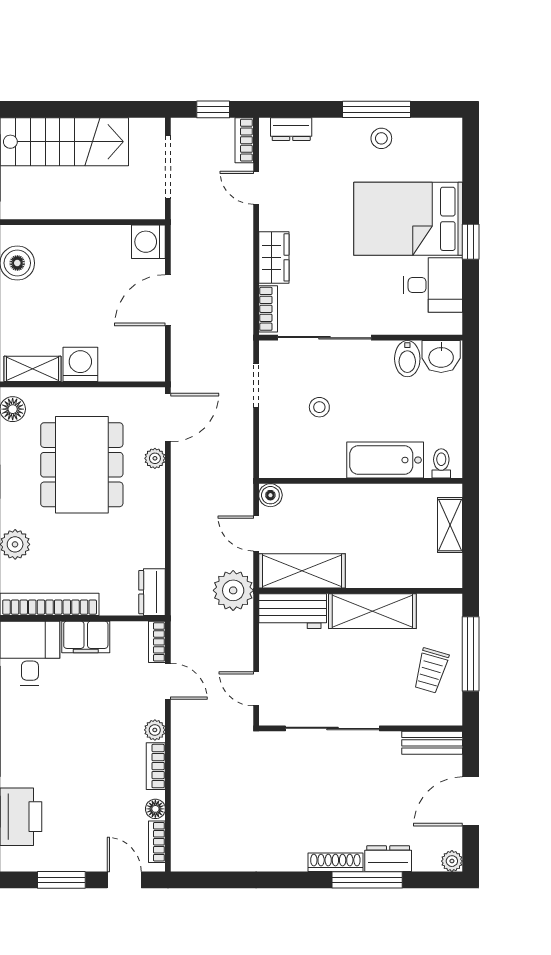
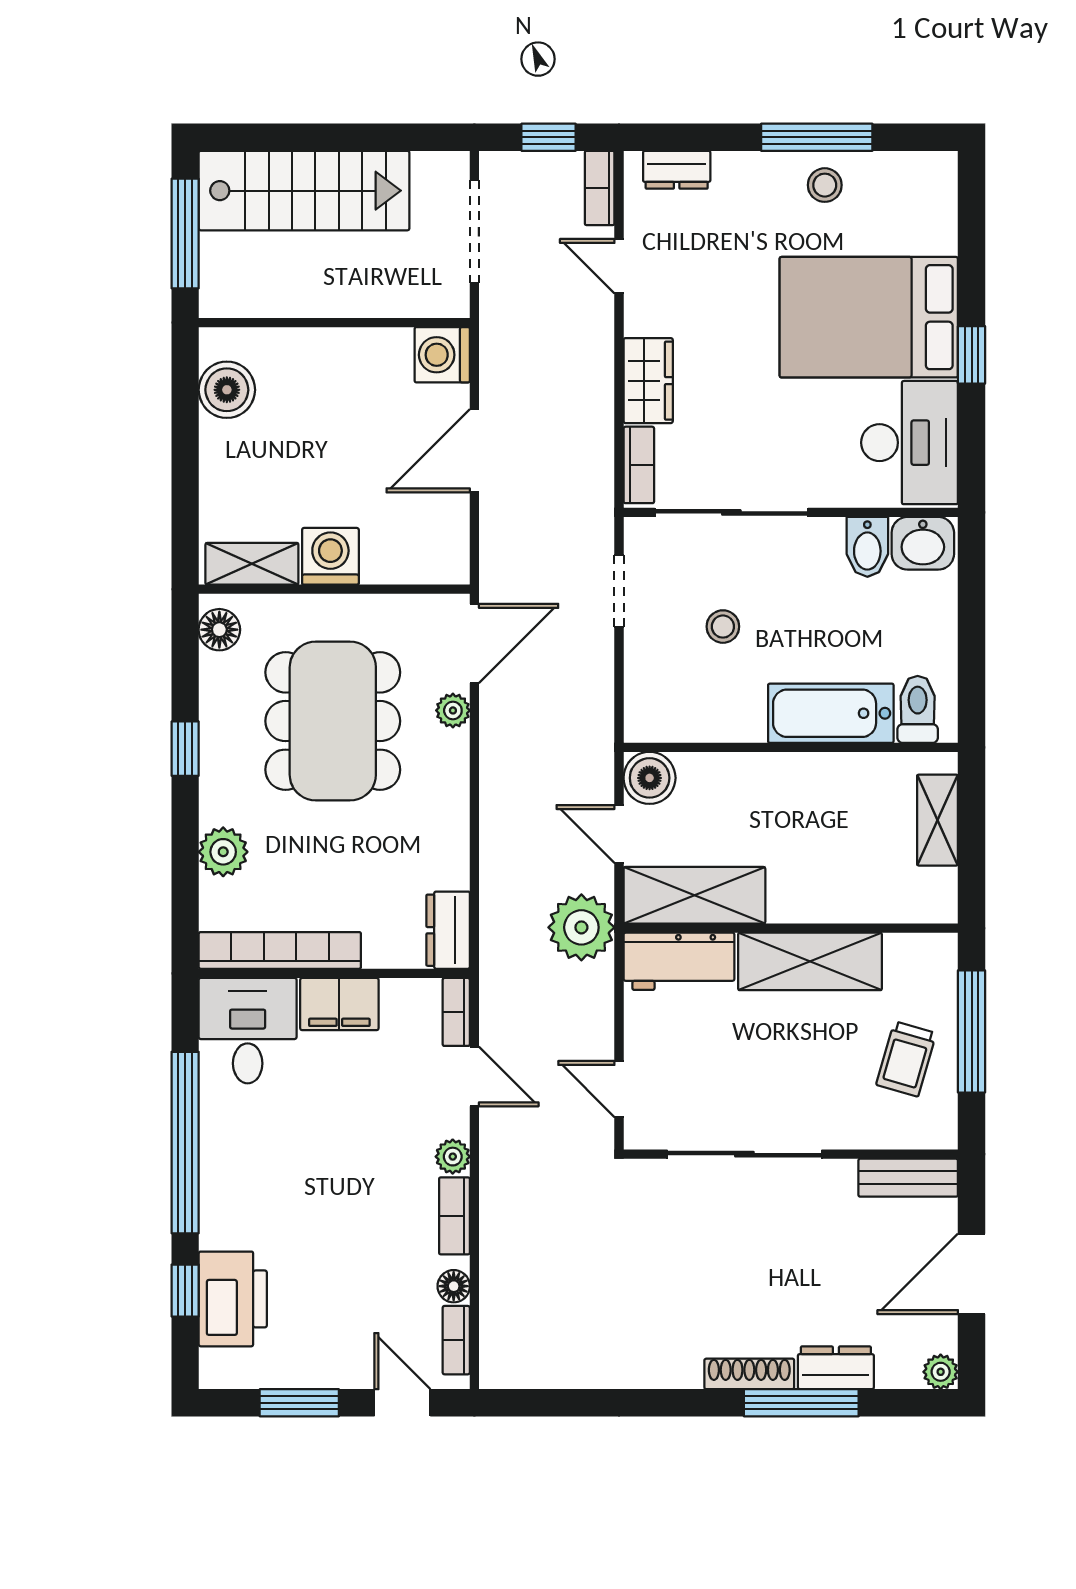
desk: (433, 285) -> (910, 443), width x1.37
toilet: (441, 463) -> (918, 709), width x1.37, depth x1.39
boiler: (270, 495) -> (650, 778), width x1.36, depth x1.36

